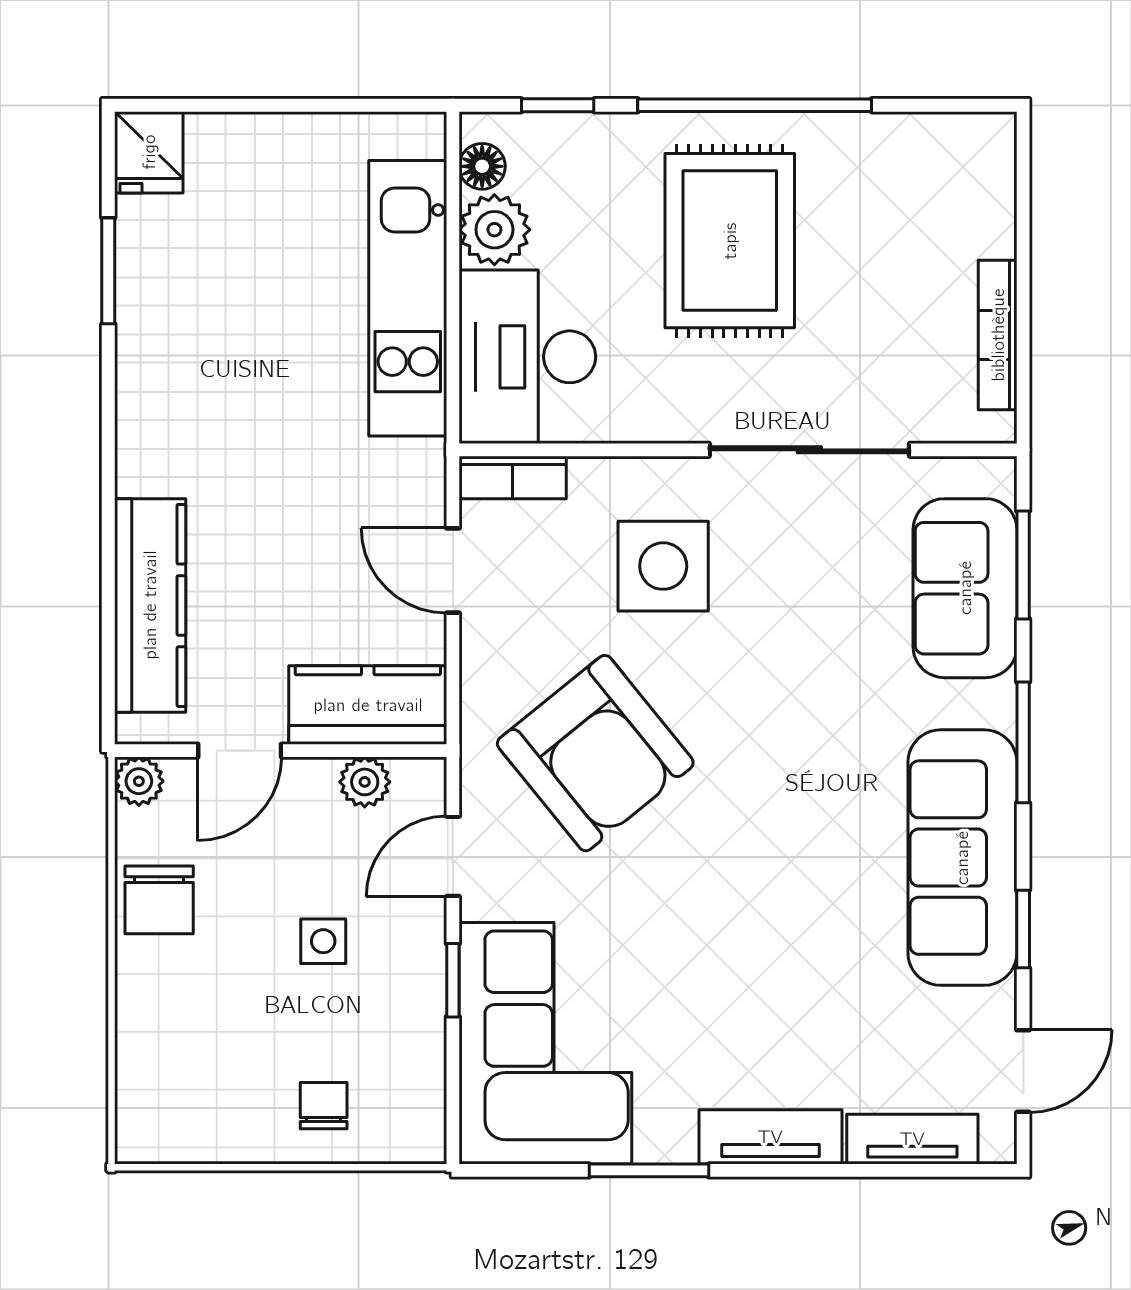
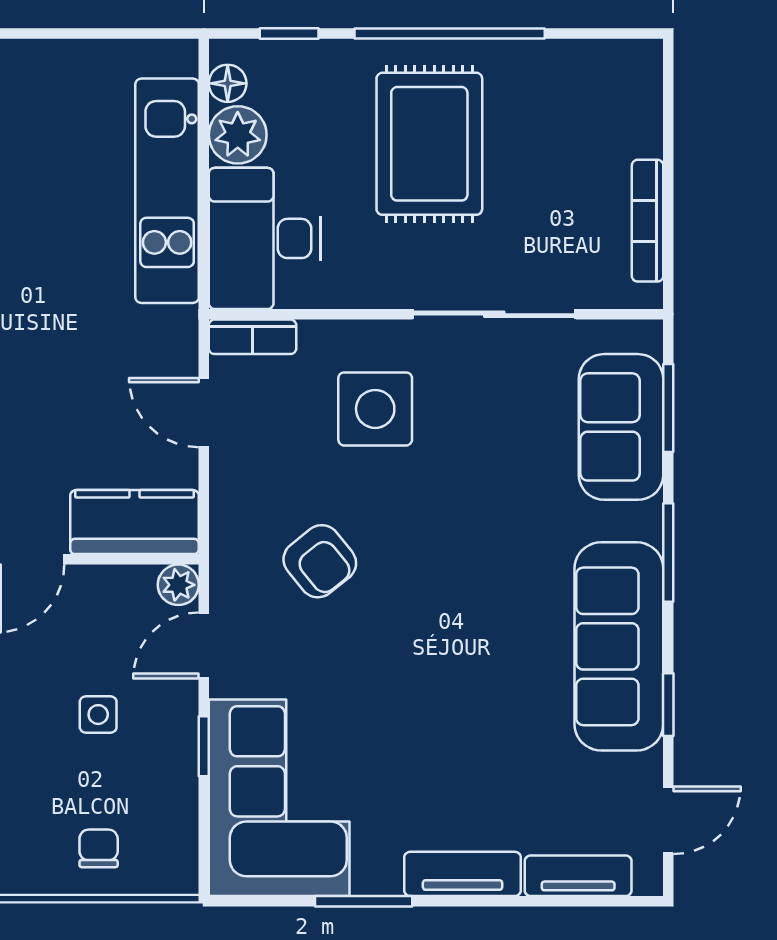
armchair: (595, 753) -> (320, 561), width x0.53, depth x0.53
plant: (365, 782) -> (178, 585), moved

